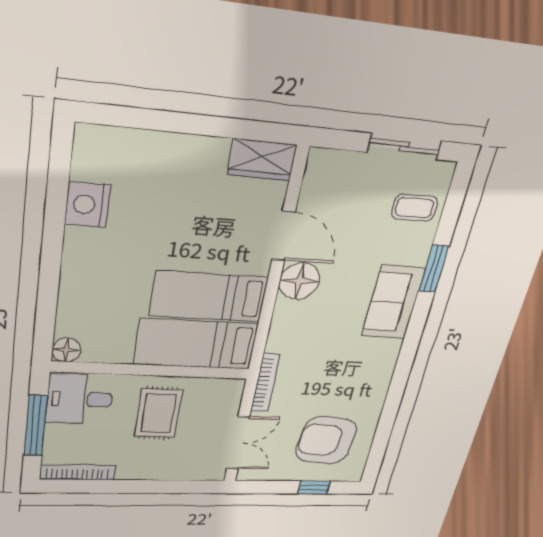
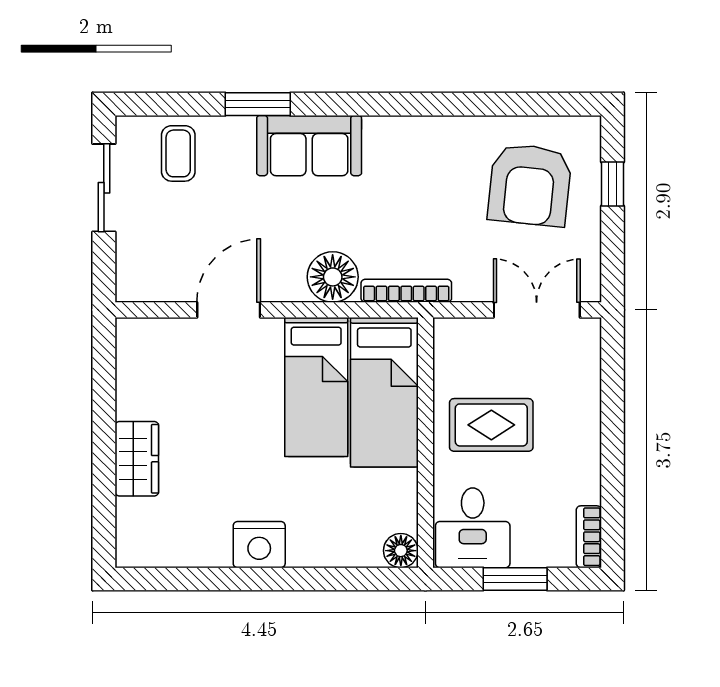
wardrobe: (262, 160) -> (137, 459), moved
nightstand: (87, 204) -> (259, 545), moved
floor lamp: (299, 281) -> (333, 277), moved
bookcase: (265, 383) -> (406, 291), moved
window: (36, 426) -> (515, 579), width x0.69
bookcase: (78, 472) -> (589, 537), width x0.64

